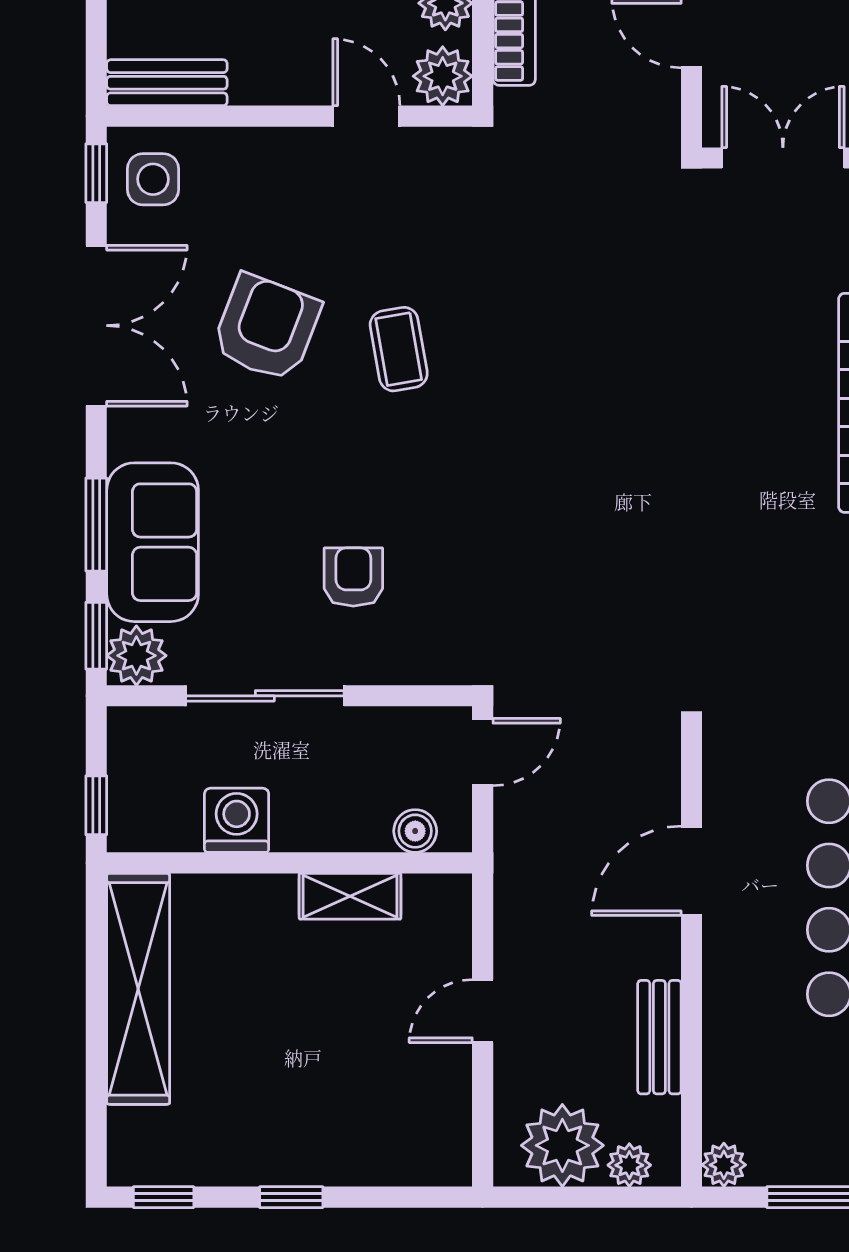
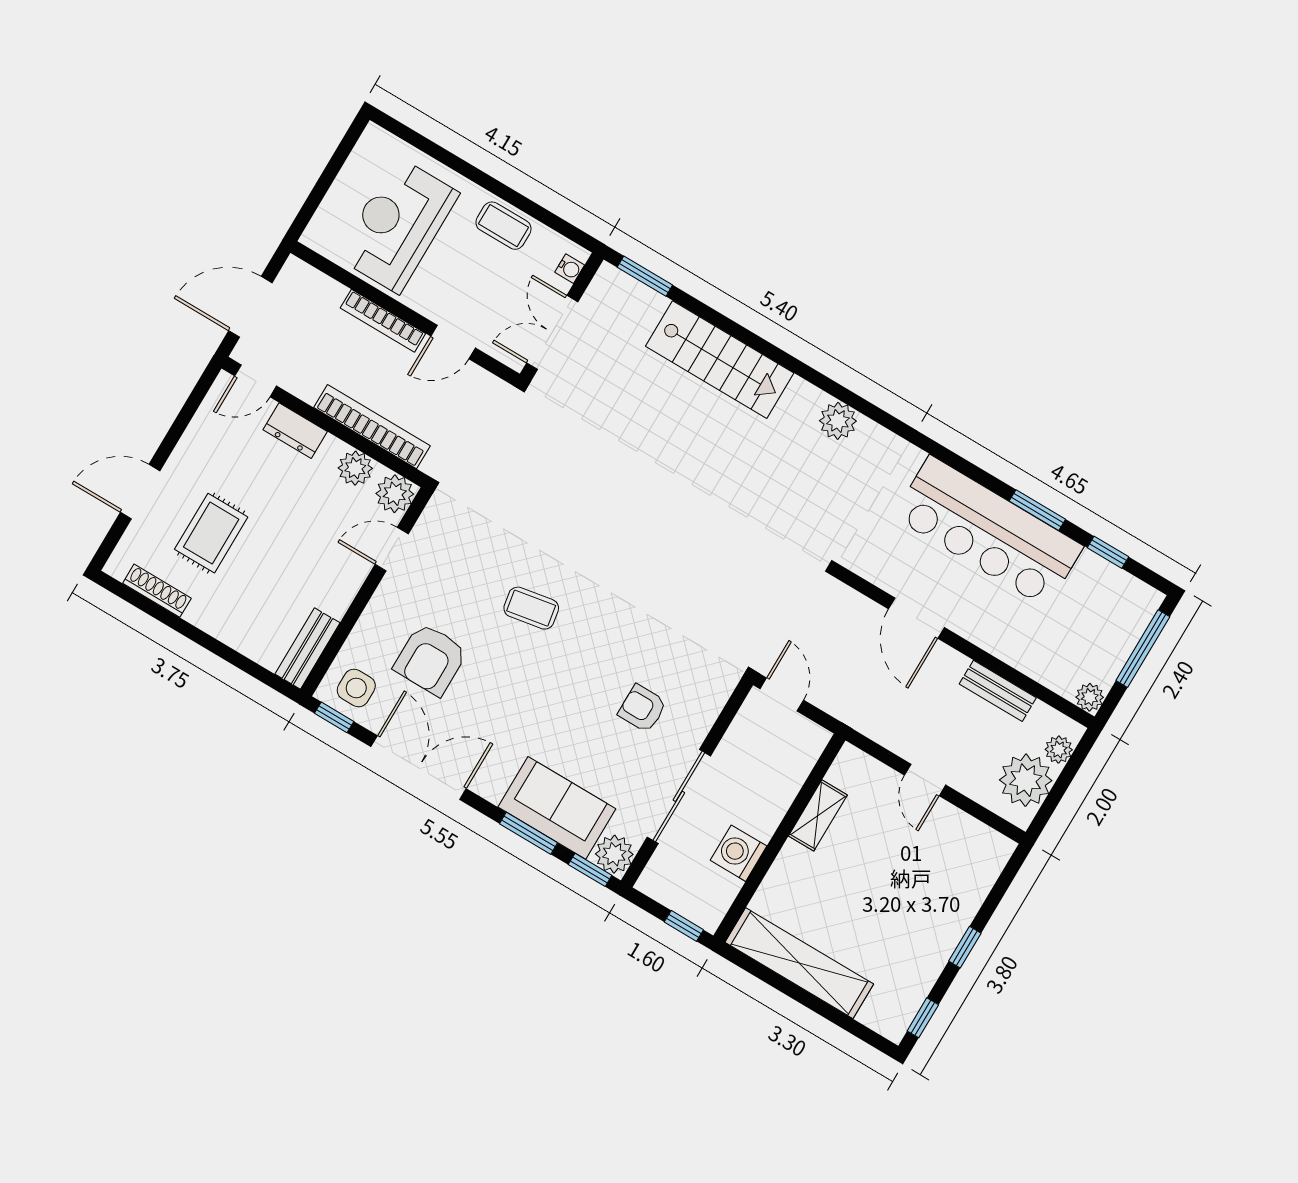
armchair: (266, 328) -> (430, 659), moved, turned -111
boiler: (415, 831) -> (803, 758), removed

